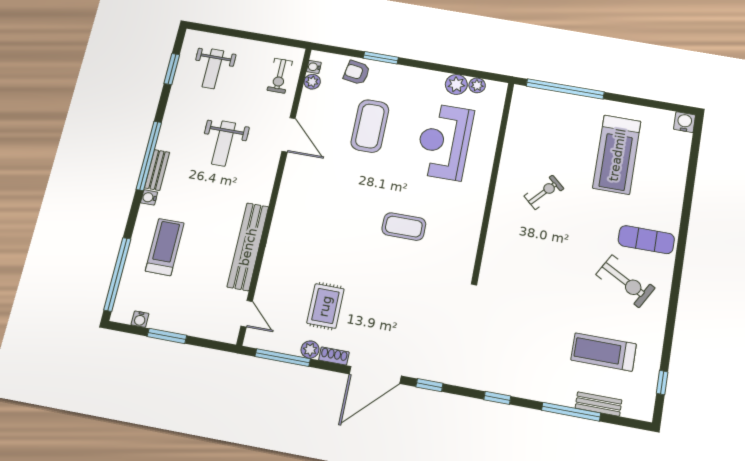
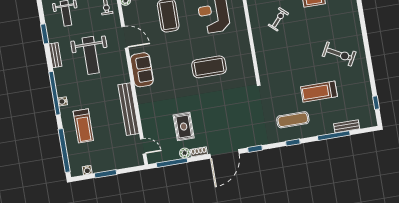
window: (172, 69) -> (45, 34), moved
weight bench: (224, 143) -> (91, 55), width x1.36, depth x1.33
window: (149, 156) -> (55, 93), moved
bench: (157, 170) -> (55, 55), moved
sofa: (295, 193) -> (142, 70), added
coffee table: (404, 227) -> (209, 67), width x1.36, depth x1.32
exercise mat: (646, 240) -> (293, 120), moved
treadmill: (165, 247) -> (83, 126), turned 180
treadmill: (604, 352) -> (319, 92), moved

